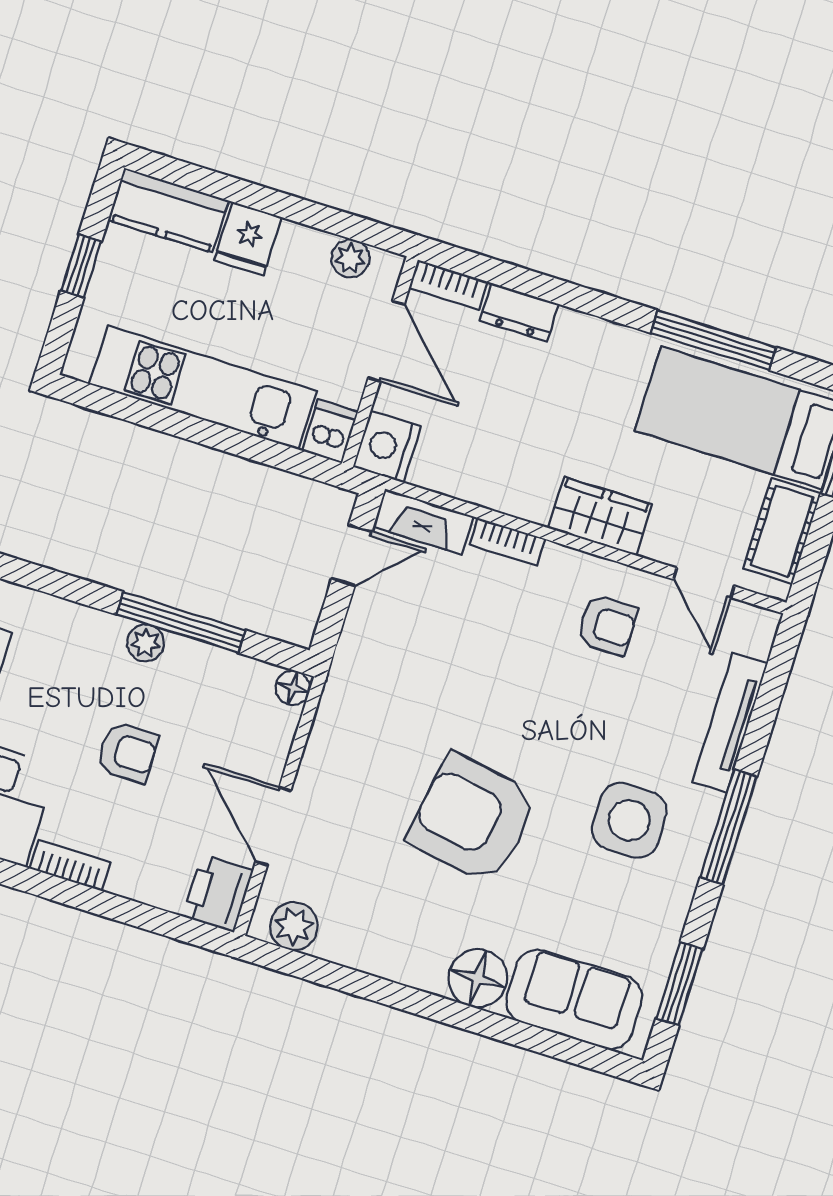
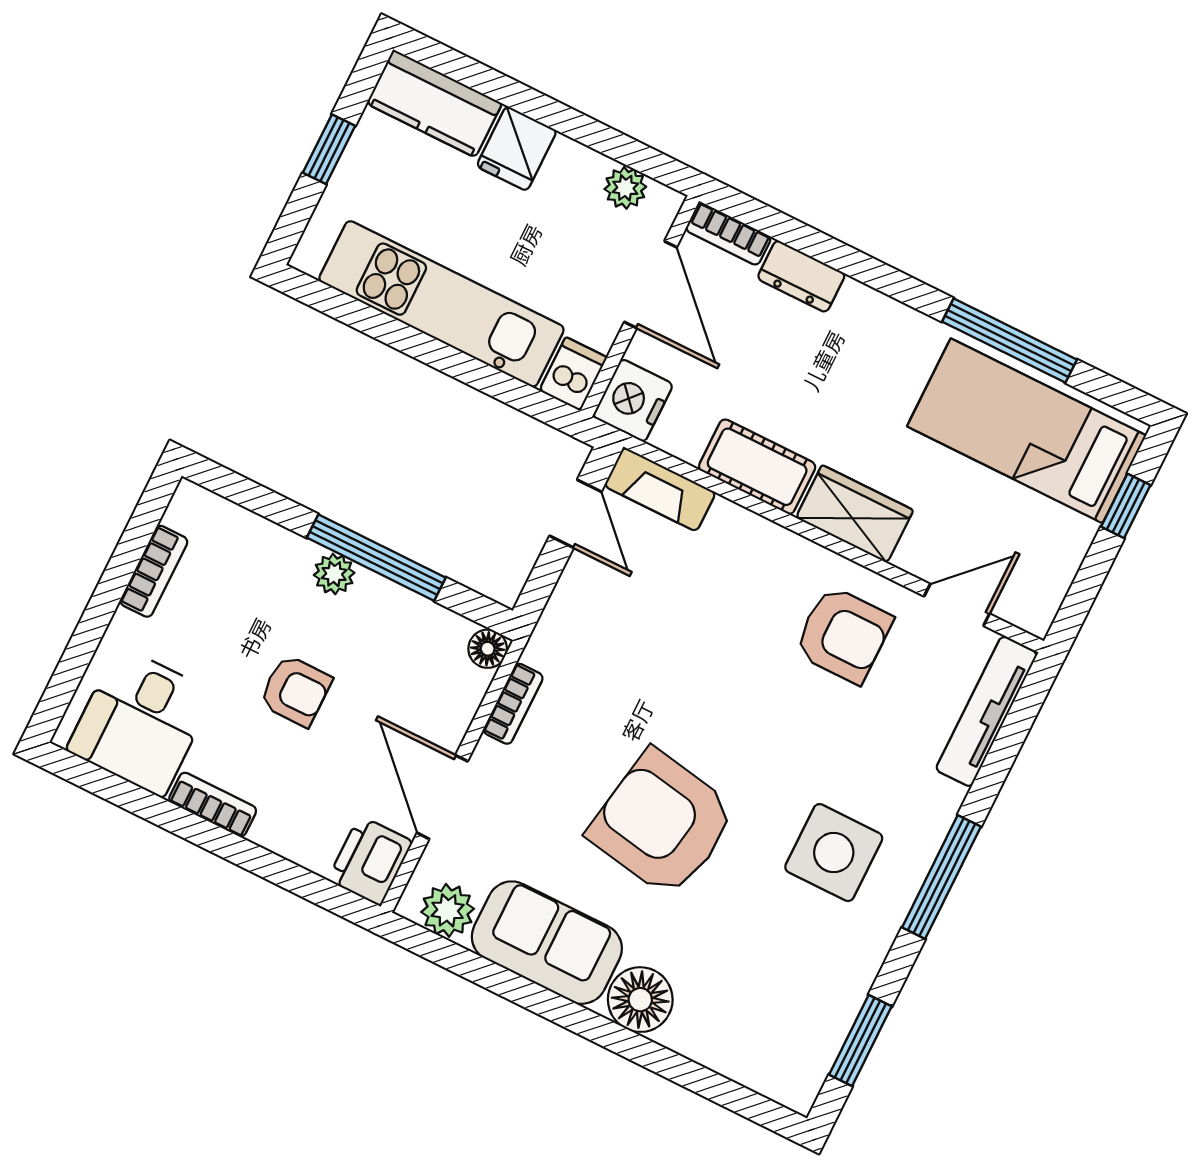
cot: (782, 531) -> (757, 467), moved, turned 90
bookcase: (507, 542) -> (513, 704), moved, turned -90
door: (352, 555) -> (575, 514), hinge flipped
door: (704, 583) -> (957, 605), swing flipped
armchair: (607, 625) -> (843, 635), width x1.38, depth x1.38
tv unit: (730, 723) -> (986, 711), moved
sofa: (574, 1000) -> (547, 943), moved

